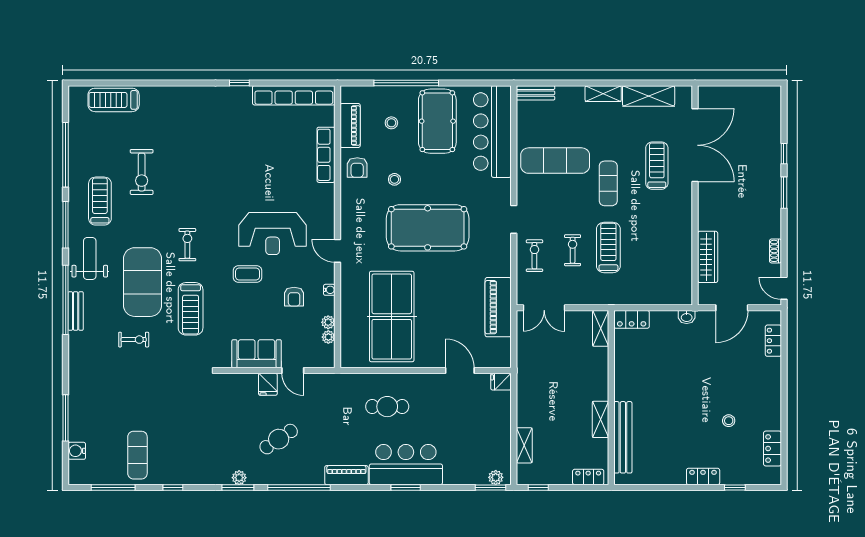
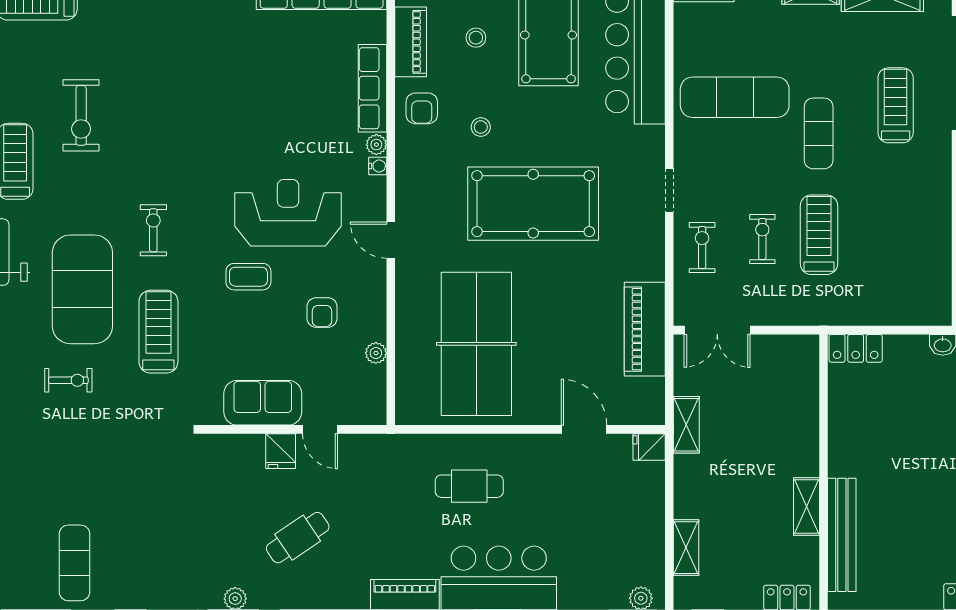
reception desk: (273, 234) -> (288, 213), turned 180
water cooler: (329, 290) -> (378, 166), moved
treadmill: (191, 309) -> (158, 332), turned 180
shelving: (601, 328) -> (686, 425), moved
plant: (328, 337) -> (376, 145), moved

